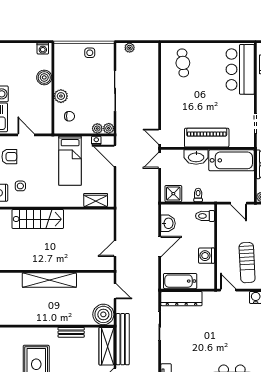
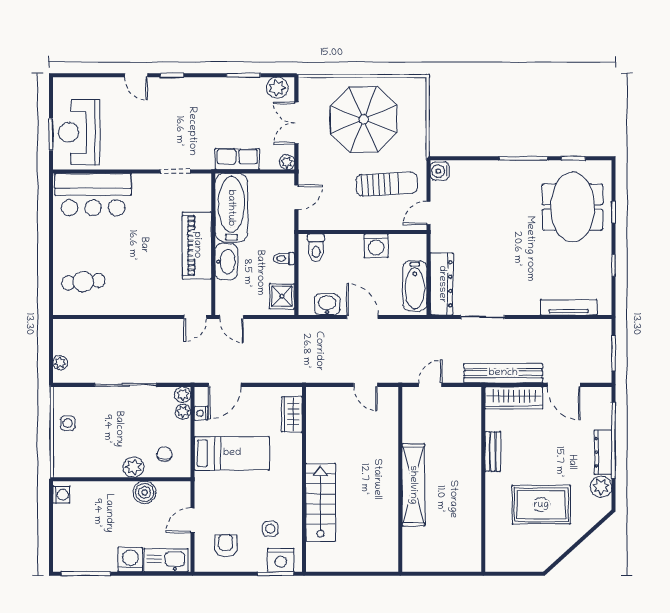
boiler: (44, 77) -> (145, 492), moved
boiler: (103, 314) -> (466, 403), removed

